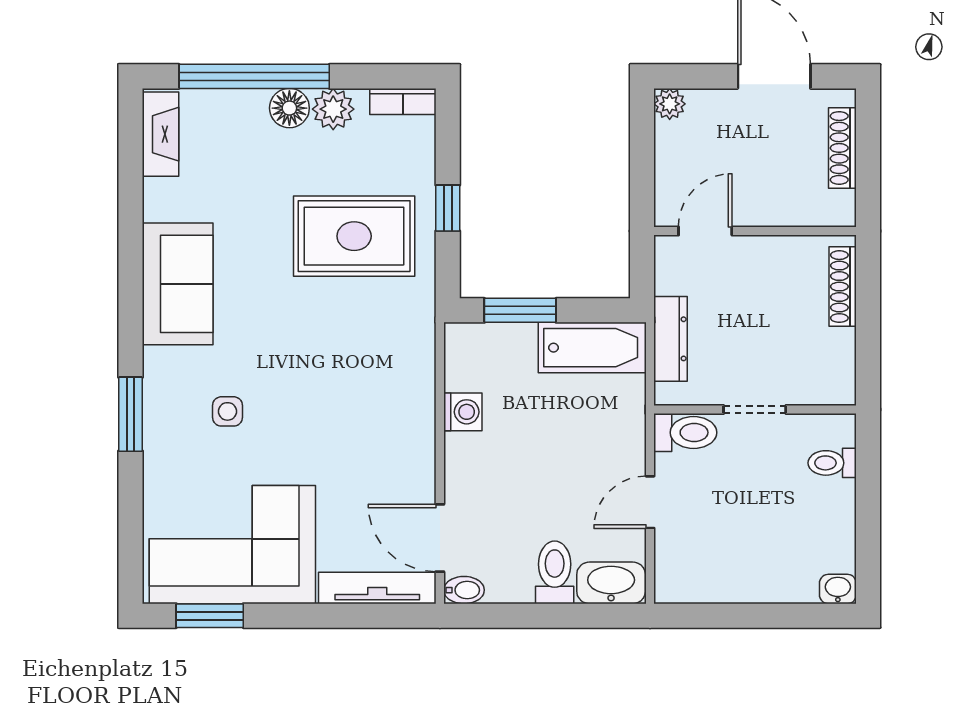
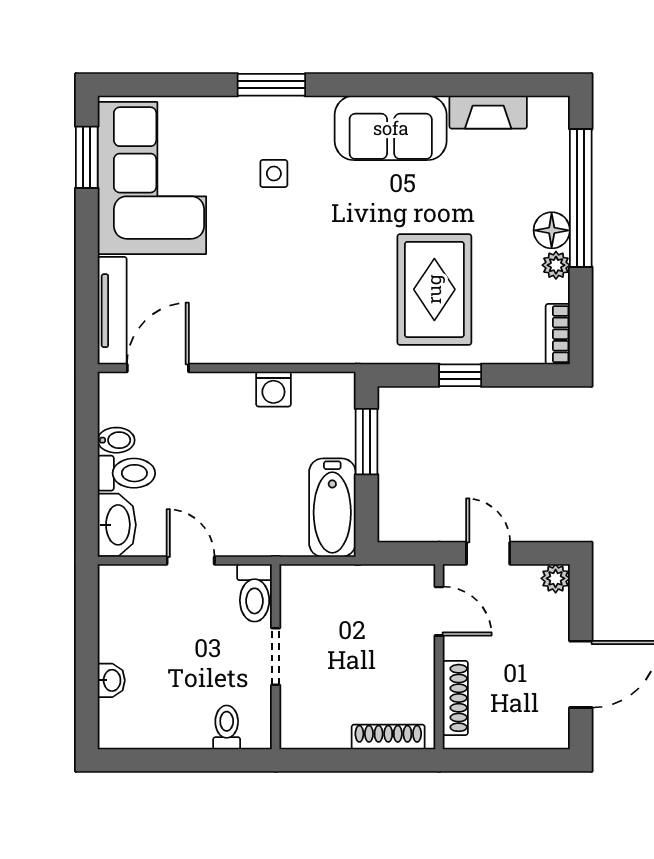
plant: (333, 109) -> (556, 265), width x0.73, depth x0.73
fireplace: (160, 134) -> (488, 112), moved
shoe rack: (842, 148) -> (455, 698), moved, turned 90
door: (642, 177) -> (488, 553), added
dresser: (671, 339) -> (340, 579), removed
washbasin: (838, 589) -> (111, 680), moved
bidet: (464, 590) -> (116, 440), moved, turned -90

